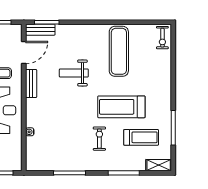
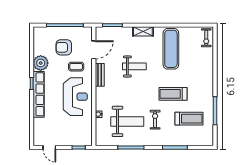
bench: (40, 30) -> (107, 31), removed
weight bench: (74, 73) -> (134, 66), turned 180
treadmill: (121, 107) -> (173, 94), width x0.73, depth x0.73
weight bench: (65, 141) -> (127, 121), added
shelving: (159, 165) -> (143, 31), moved

